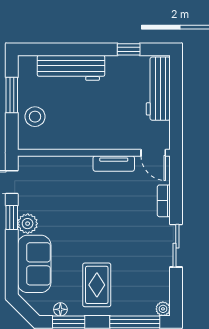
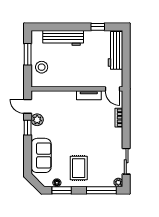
plant: (28, 224) -> (37, 120), moved
sliding door: (176, 246) -> (126, 161), moved

